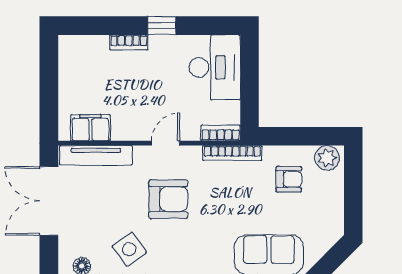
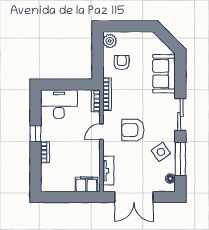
filing cabinet: (90, 128) -> (86, 184), moved, turned 90
door: (166, 143) -> (101, 132), hinge flipped
tv unit: (96, 155) -> (108, 171), width x0.71
armchair: (168, 199) -> (133, 130), turned -90

